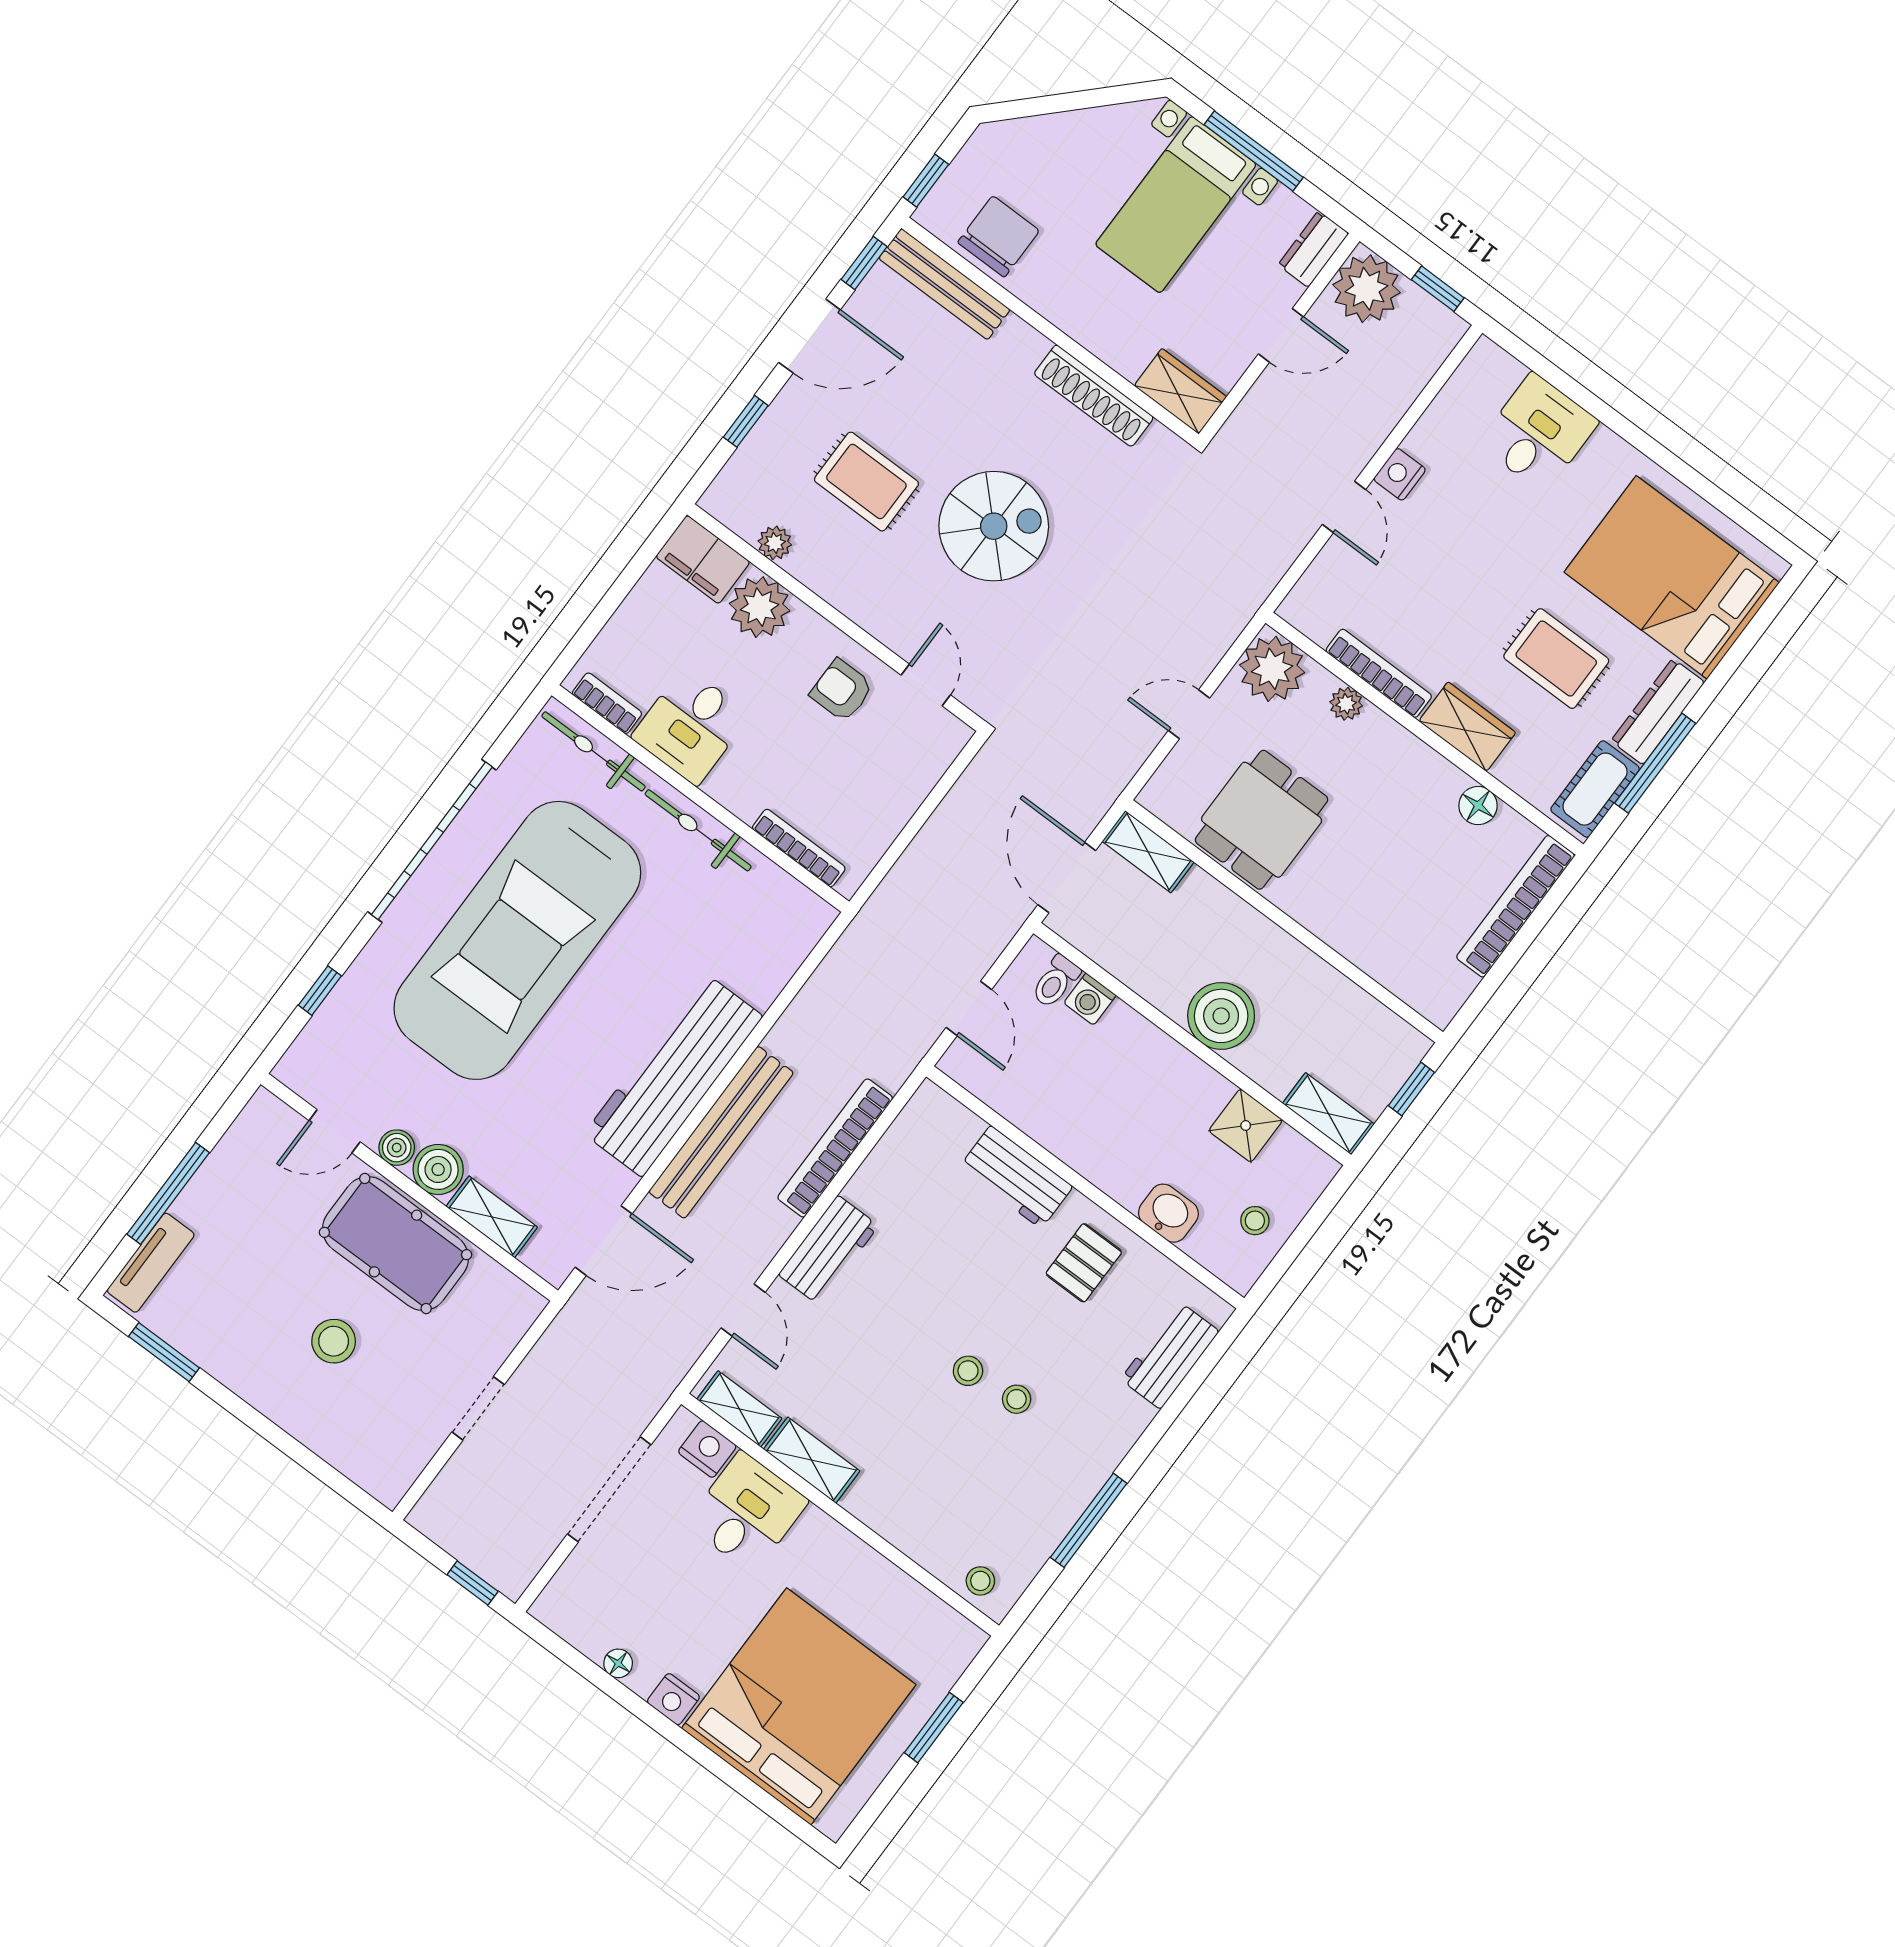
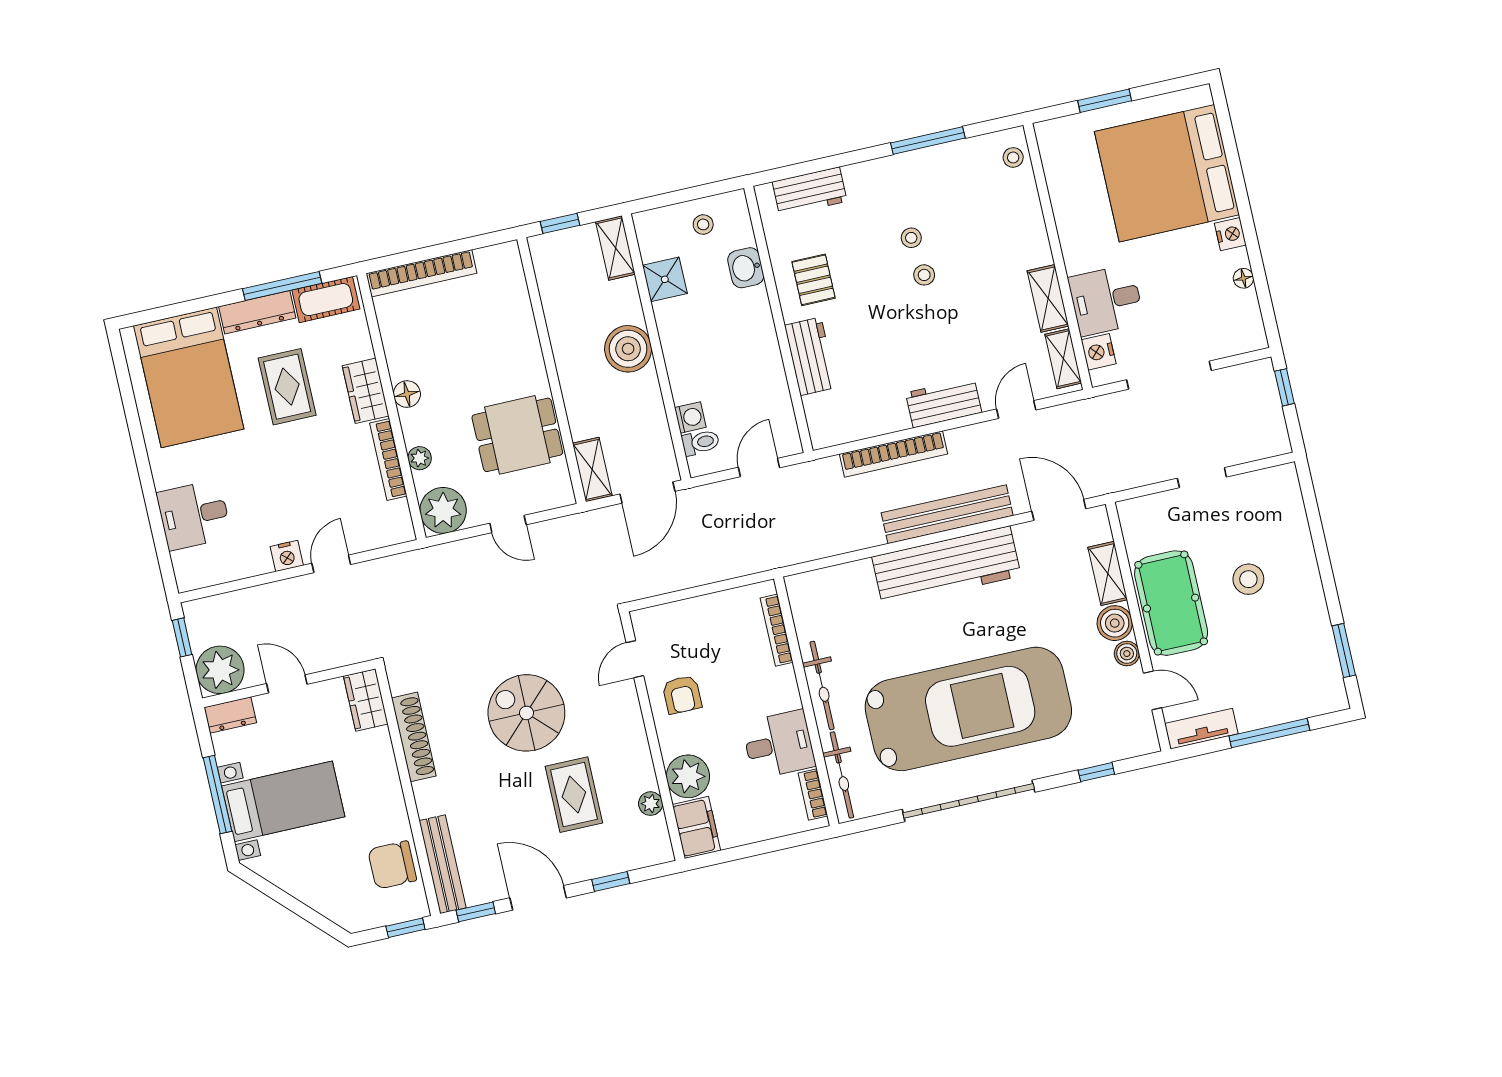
floor lamp: (1478, 806) -> (407, 394), moved
tv unit: (151, 1263) -> (1201, 729), moved
pallet: (1084, 1263) -> (813, 280), turned 90

